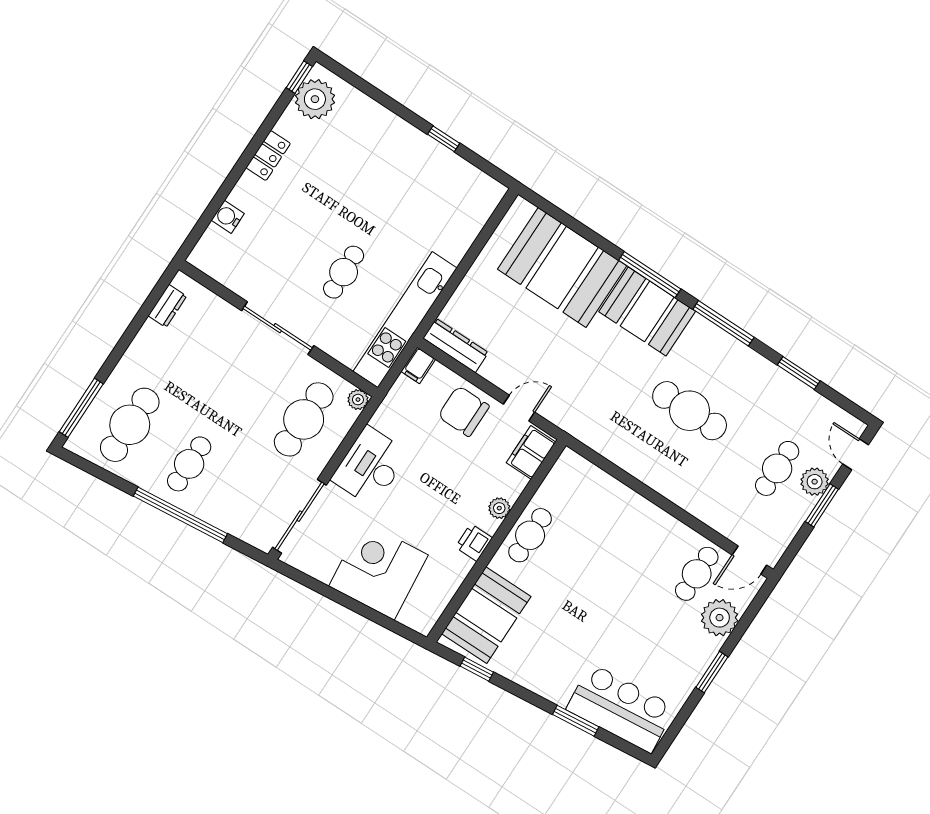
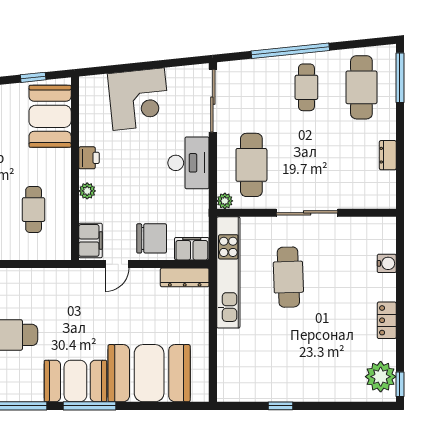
cafe table: (344, 272) -> (288, 277), width x1.37, depth x1.35
dresser: (167, 306) -> (388, 155), moved
filing cabinet: (418, 365) -> (192, 249), width x2.00
cafe table: (530, 535) -> (34, 210), moved

